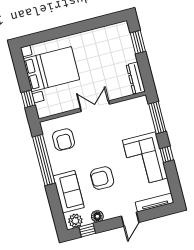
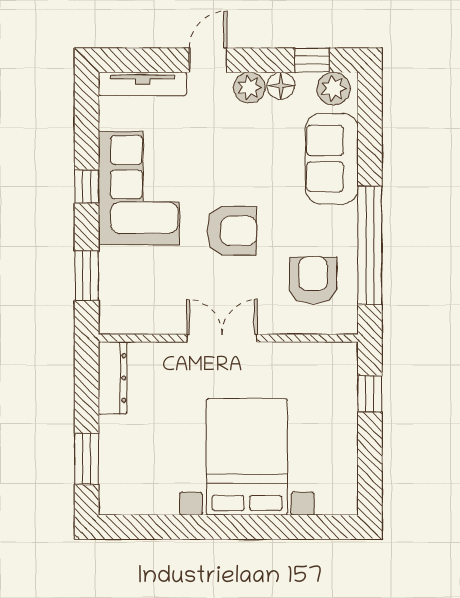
bed with nightstands: (51, 69) -> (247, 457), moved, turned 90
double door: (95, 106) -> (222, 338), swing flipped
window: (157, 118) -> (87, 276), width x0.69
armchair: (102, 178) -> (232, 231), moved
plant: (110, 212) -> (249, 88), added

